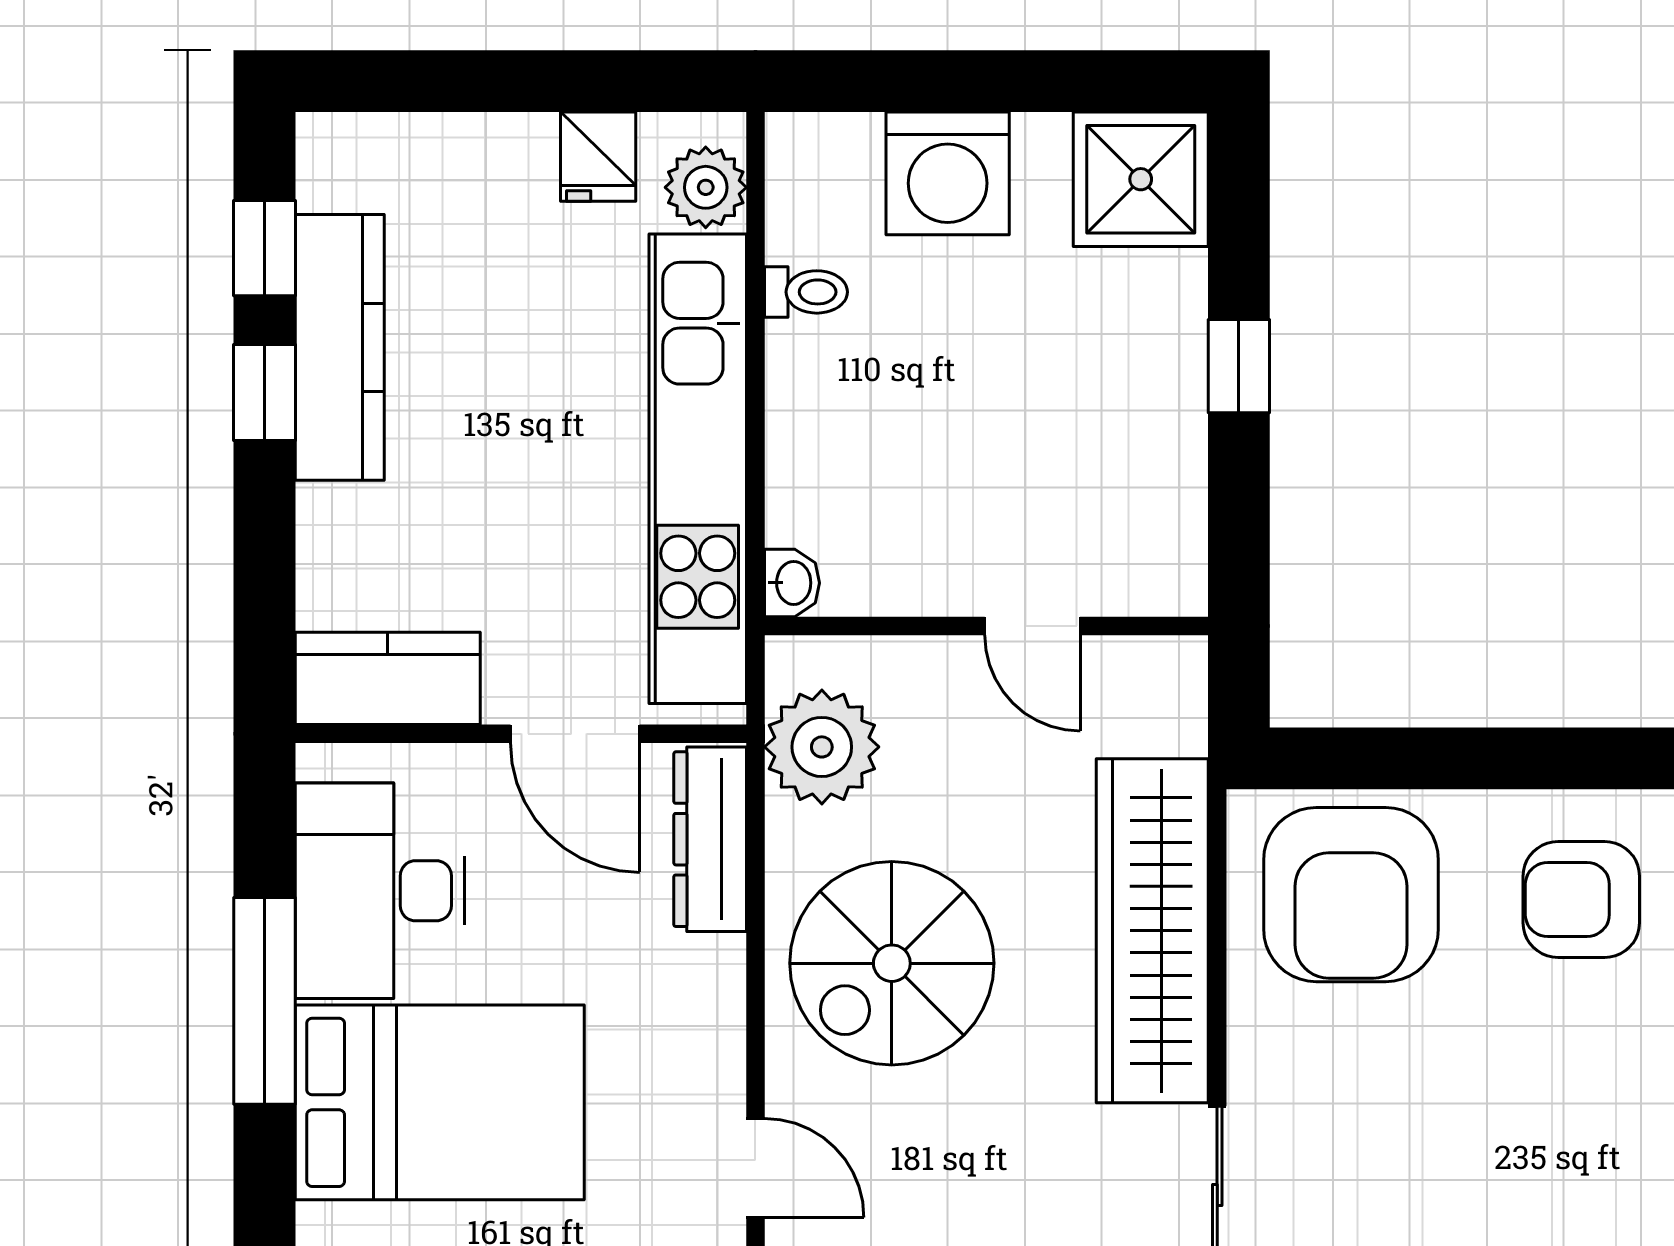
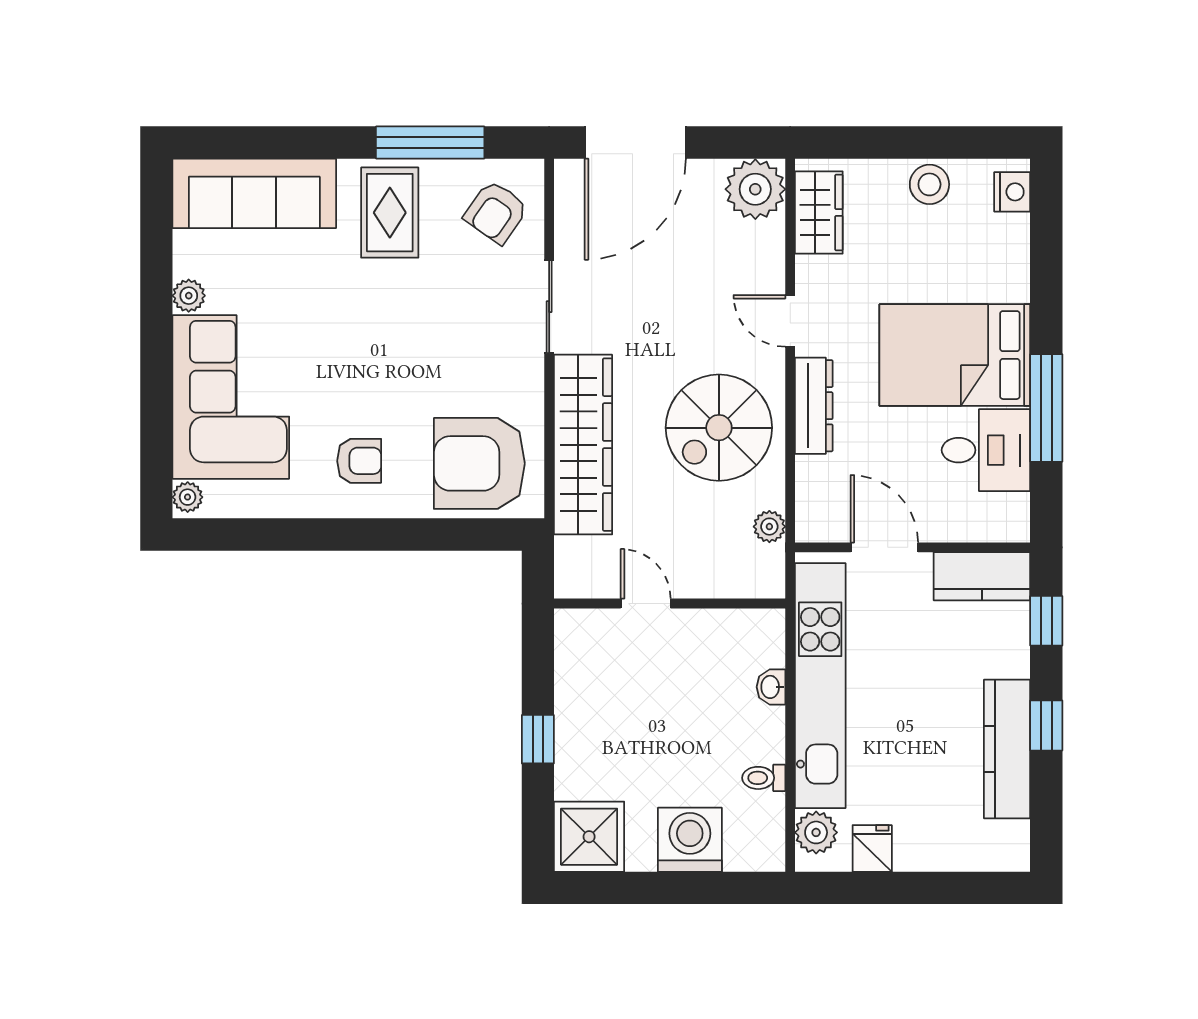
window: (265, 248) -> (1046, 621), moved
washbasin: (792, 583) -> (771, 687), moved
plant: (822, 747) -> (769, 527), width x0.53, depth x0.53
dresser: (710, 839) -> (814, 406), moved
desk: (380, 891) -> (986, 450), width x0.73
armchair: (1351, 895) -> (479, 463), turned -90
armchair: (1581, 900) -> (359, 461), width x0.72, depth x0.72
spiral stairs: (892, 963) -> (719, 428), turned 180

